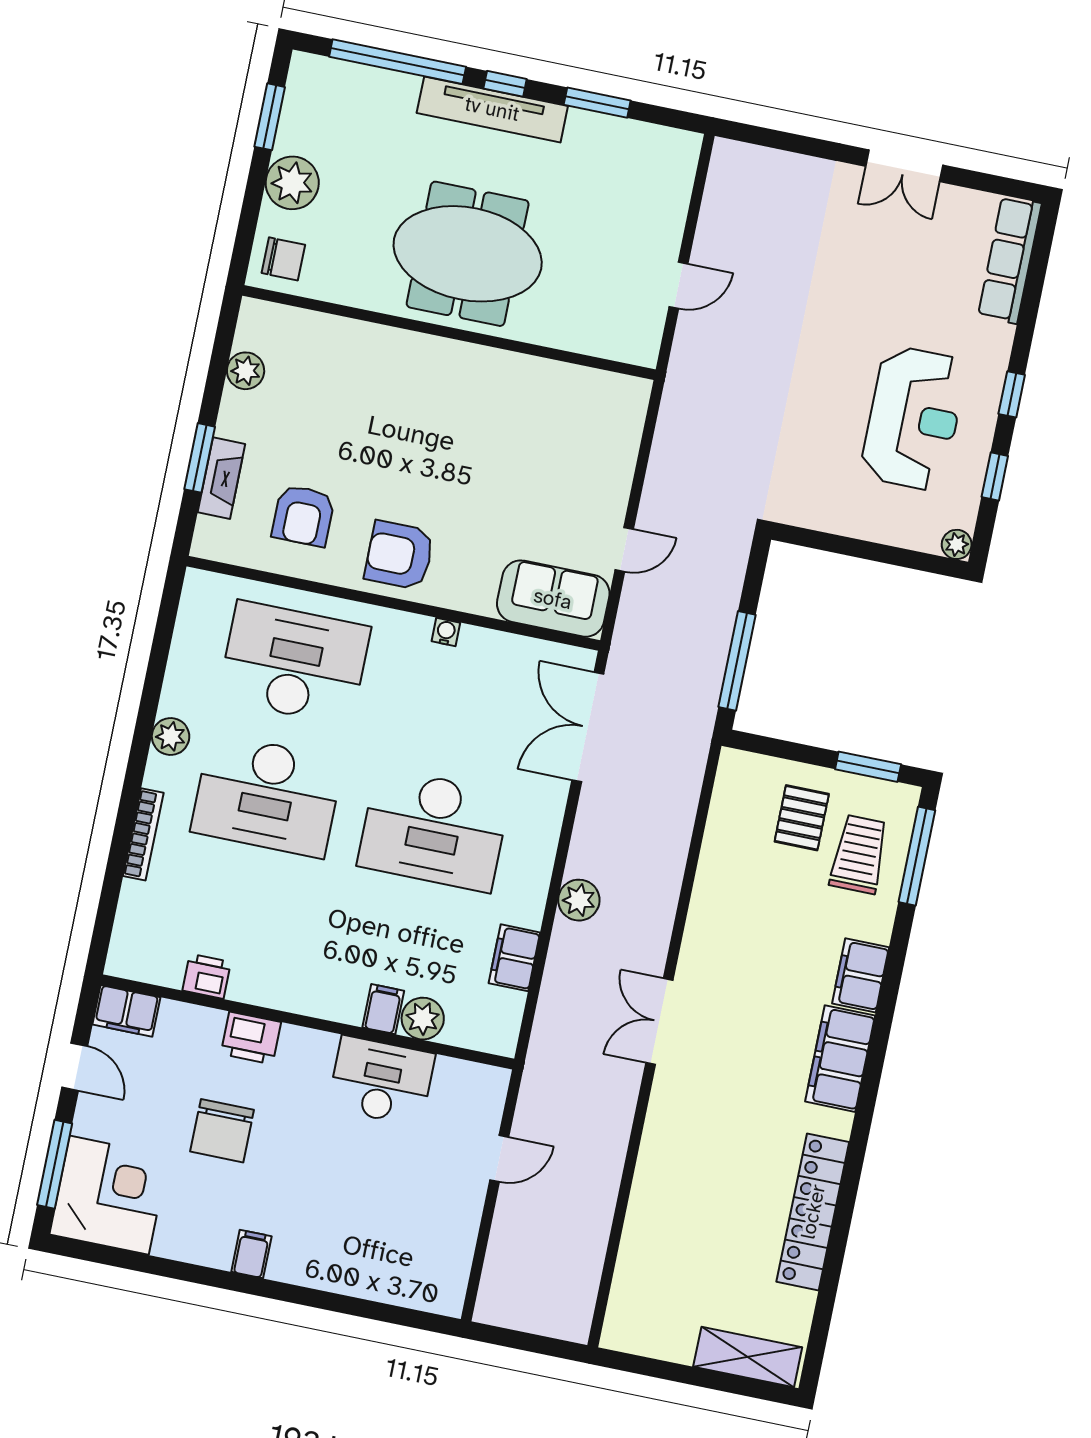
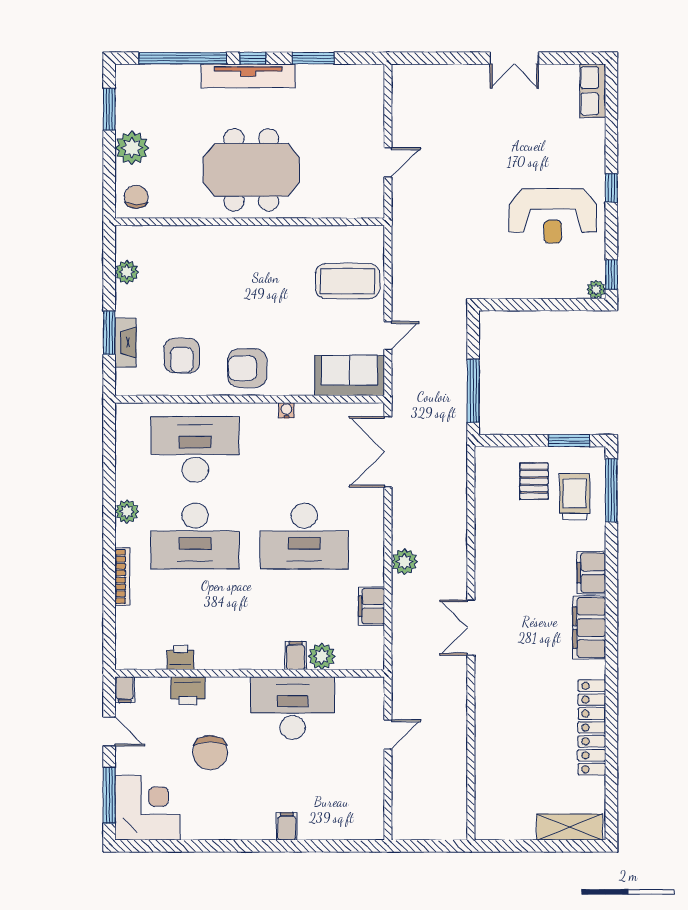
chair: (283, 259) -> (136, 197), turned -90
row of seats: (1010, 260) -> (593, 91), width x0.68
reception desk: (914, 418) -> (553, 216), turned 90
coffee table: (580, 454) -> (348, 281), added
window: (995, 476) -> (611, 275), moved
filing cabinet: (126, 1011) -> (125, 690), width x0.50
printer: (251, 1038) -> (188, 691), moved
desk: (381, 1081) -> (293, 708), width x1.36, depth x1.30
filing cabinet: (251, 1254) -> (287, 826), moved

